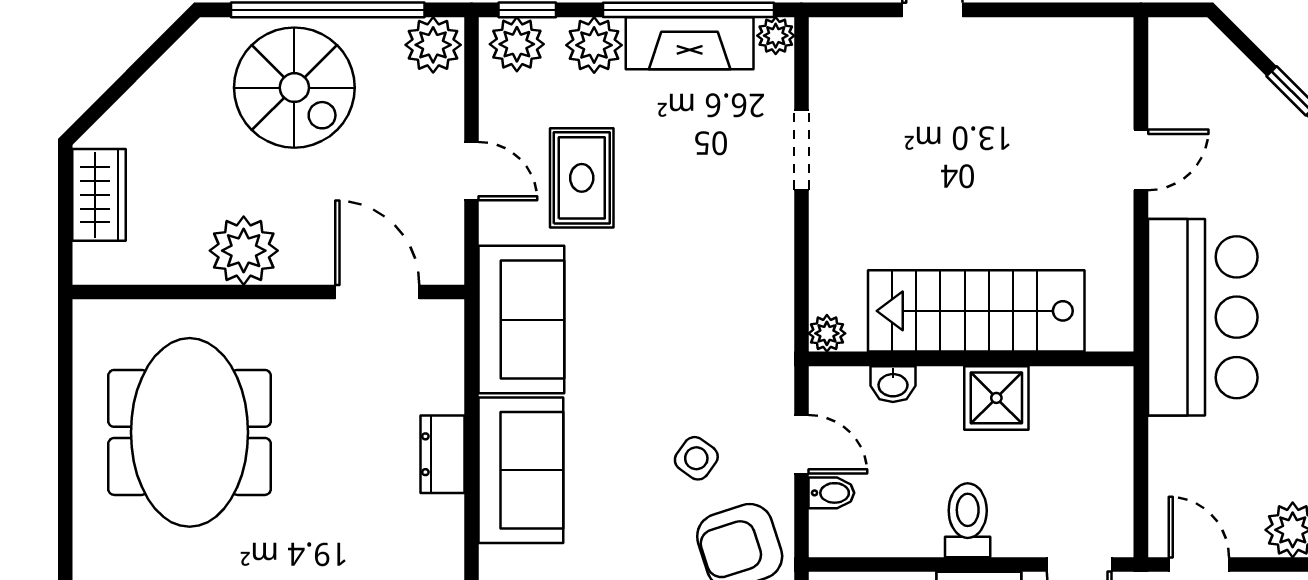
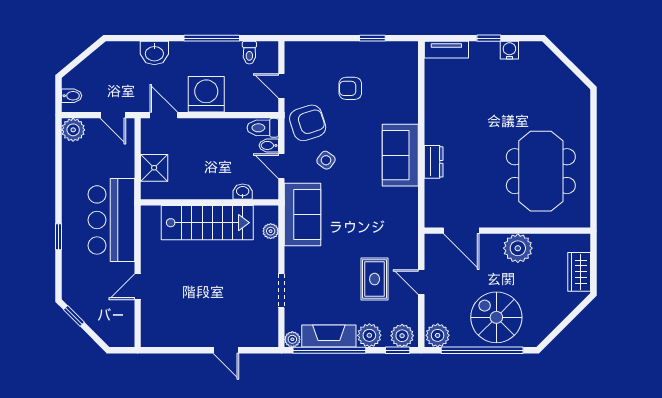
sofa: (521, 320) -> (303, 215), moved, turned 180
plant: (827, 333) -> (271, 231), moved
shower: (996, 398) -> (154, 168), moved
toilet: (968, 520) -> (263, 128), moved, turned 90

